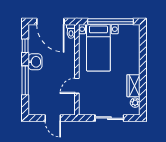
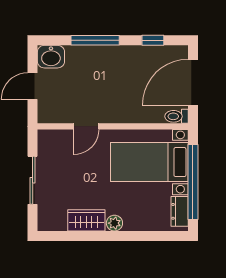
dresser: (128, 30) -> (180, 211), added
washbasin: (35, 62) -> (51, 57), moved
door: (77, 86) -> (86, 126), swing flipped
plant: (135, 103) -> (114, 223), moved

